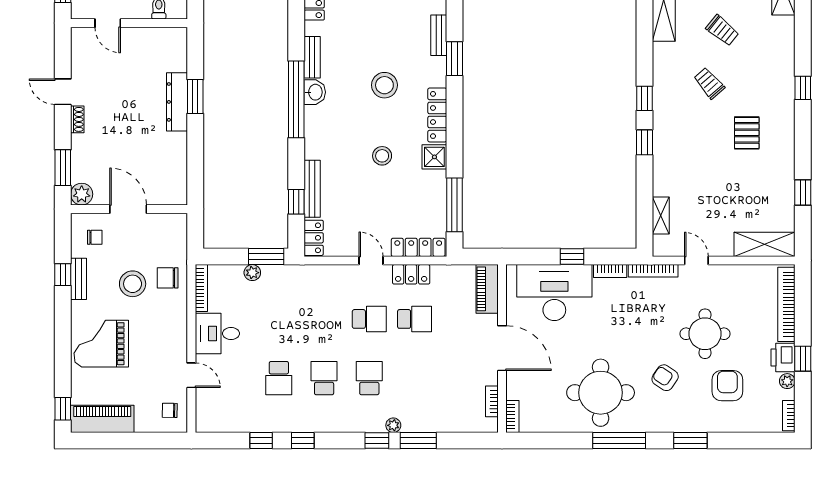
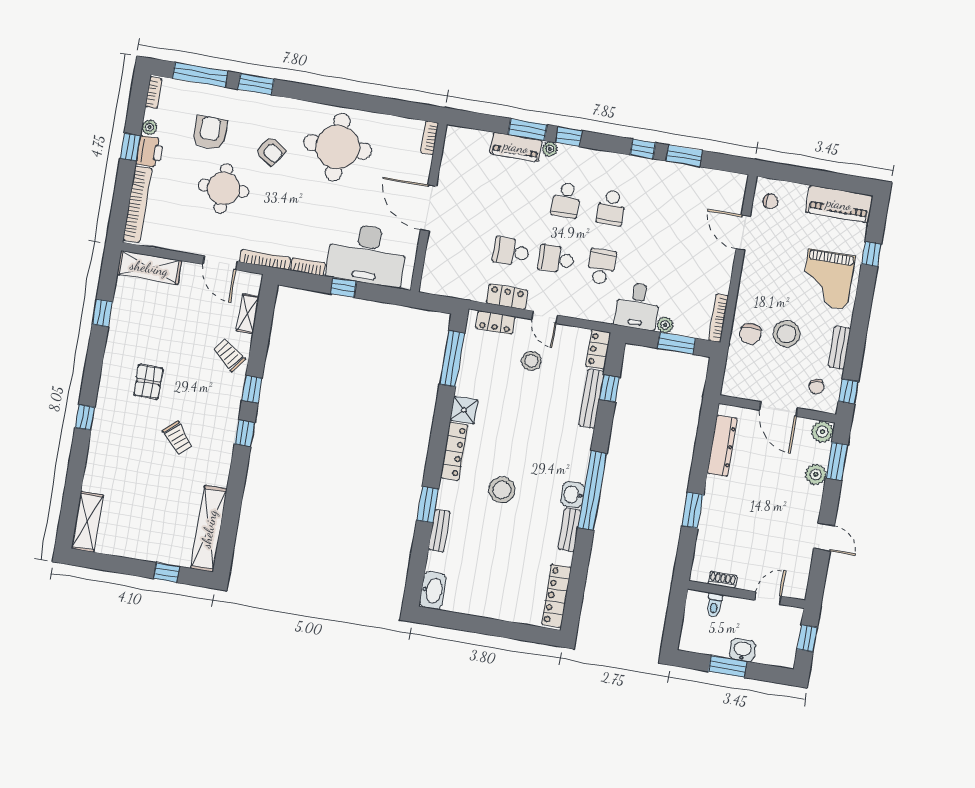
door: (108, 23) -> (768, 598), hinge flipped
trolley: (722, 30) -> (229, 355), moved
dresser: (177, 102) -> (722, 446), moved
shoe rack: (77, 119) -> (723, 580), moved, turned 90
plant: (81, 151) -> (816, 474), added
stool: (382, 156) -> (531, 361), moved
chair: (95, 237) -> (816, 386), turned -105
locker: (418, 247) -> (495, 322), width x0.66
window: (266, 257) -> (676, 343), moved
door: (696, 261) -> (220, 263), width x1.38
window: (63, 275) -> (848, 391), moved
chair: (168, 278) -> (750, 334), turned 90
piano: (487, 289) -> (516, 147), moved, turned 90
desk: (217, 334) -> (637, 306), moved, turned 90
grand piano: (101, 344) -> (828, 279), turned 90
door: (191, 375) -> (743, 233), width x1.38
school desk: (279, 378) -> (601, 267), moved
armchair: (727, 386) -> (210, 133), turned 180
bookcase: (492, 401) -> (448, 156), removed
window: (63, 409) -> (871, 254), moved
window: (261, 441) -> (684, 156), width x1.50
window: (619, 441) -> (200, 75), moved

